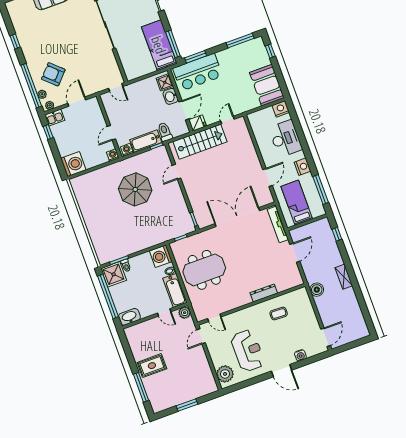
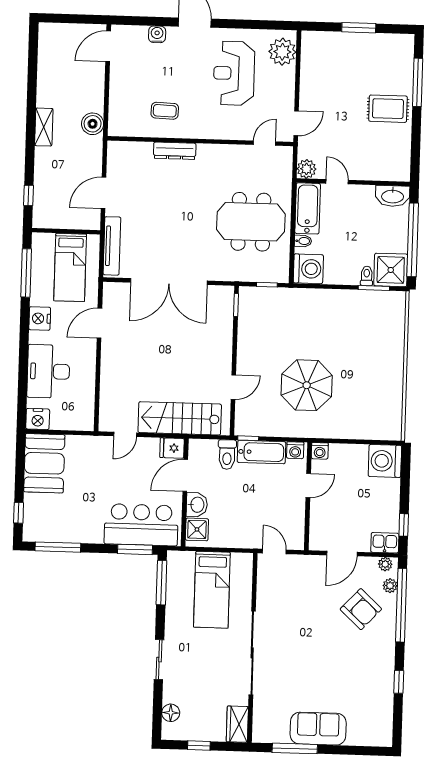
bed: (159, 45) -> (212, 590), moved
door: (214, 318) -> (265, 143), hinge flipped

